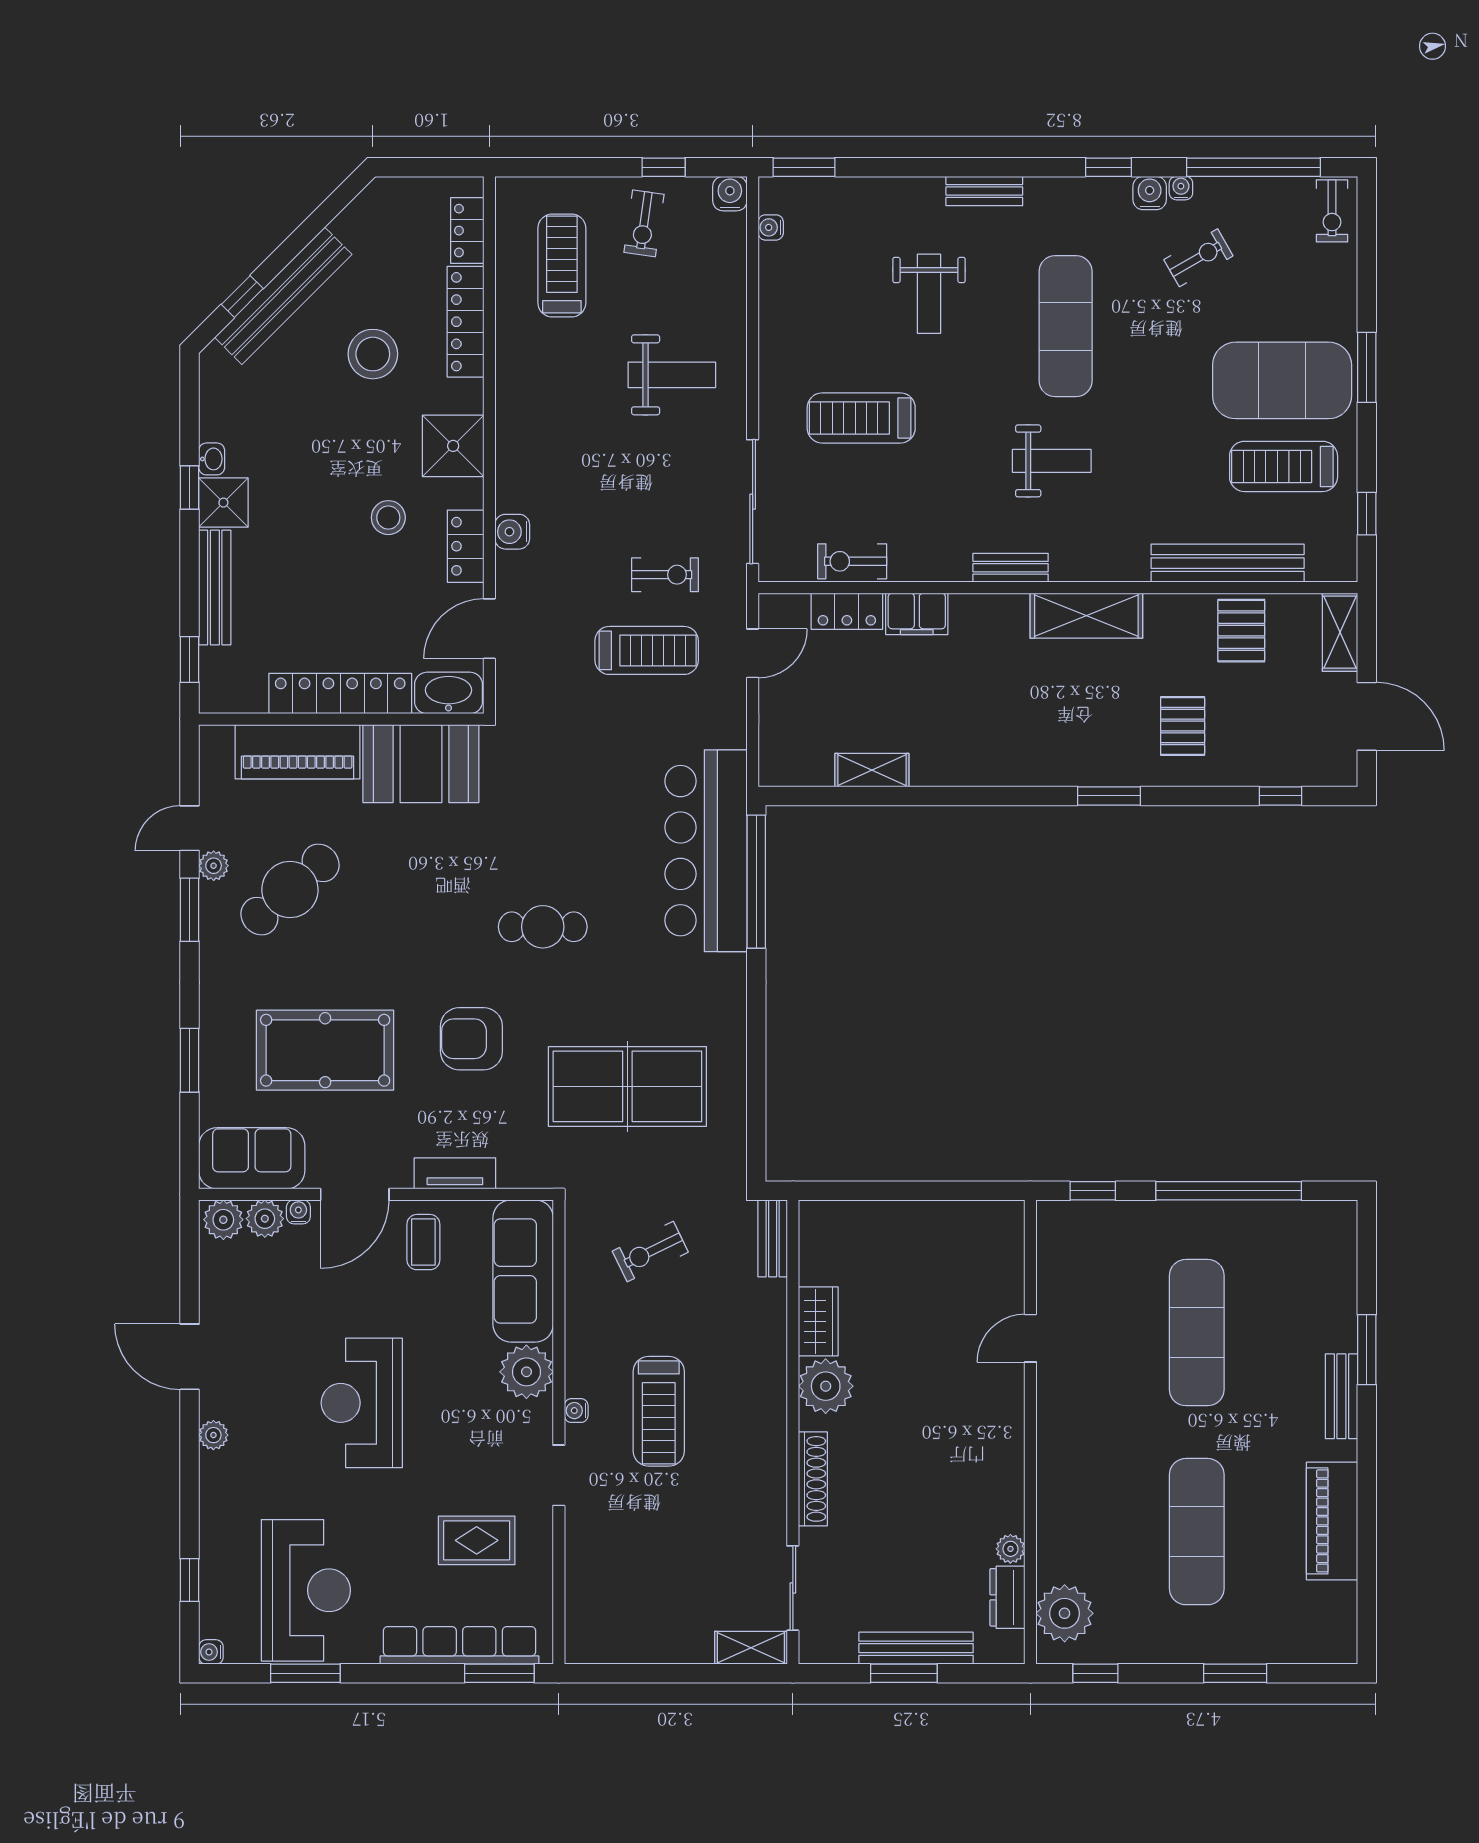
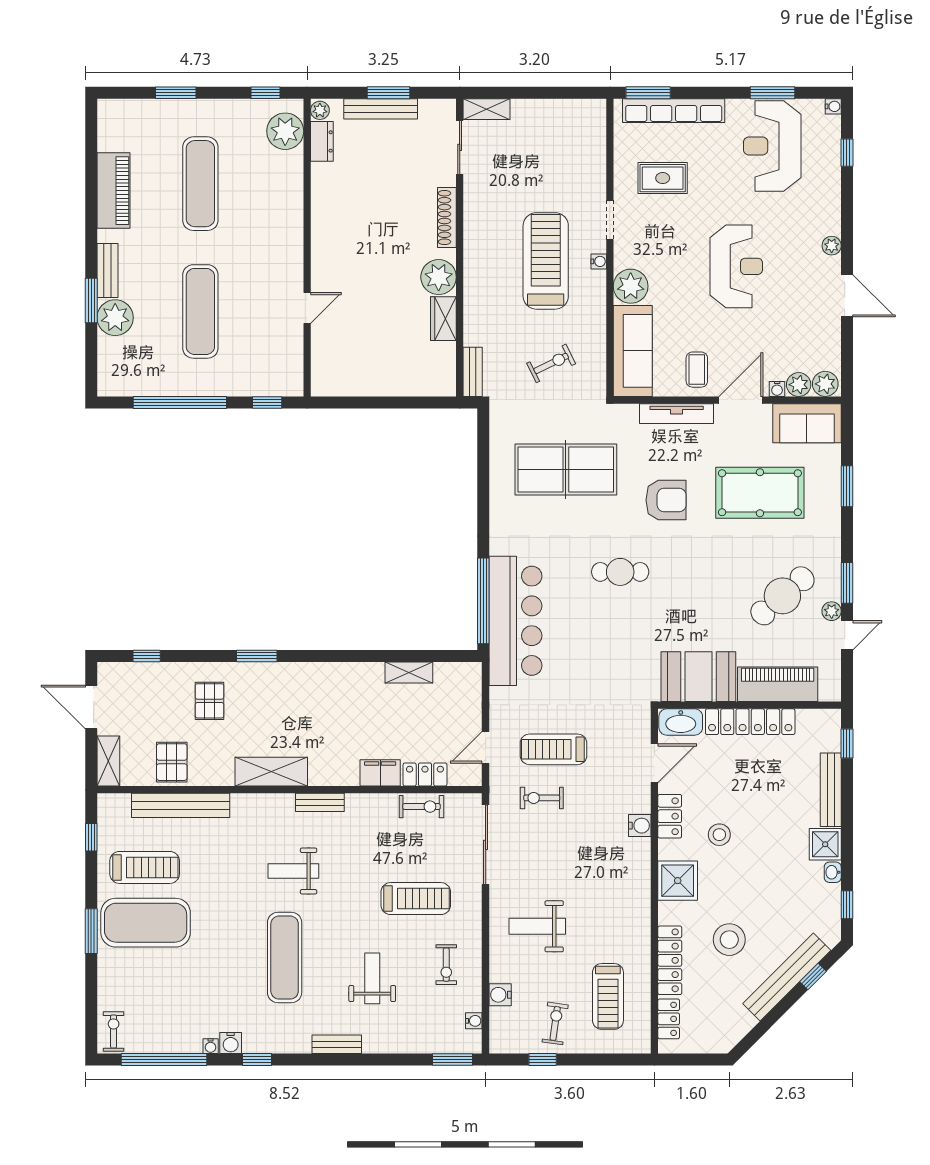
water cooler: (730, 194) -> (500, 995), moved, turned 90
exercise bike: (1198, 258) -> (446, 965), moved, turned -60
window: (190, 488) -> (847, 905), moved
tv unit: (455, 1173) -> (677, 414), width x1.41
plant: (1329, 1323) -> (115, 318), added
treadmill: (659, 1411) -> (546, 261), width x1.37, depth x1.38
plant: (1010, 1549) -> (320, 110), moved

